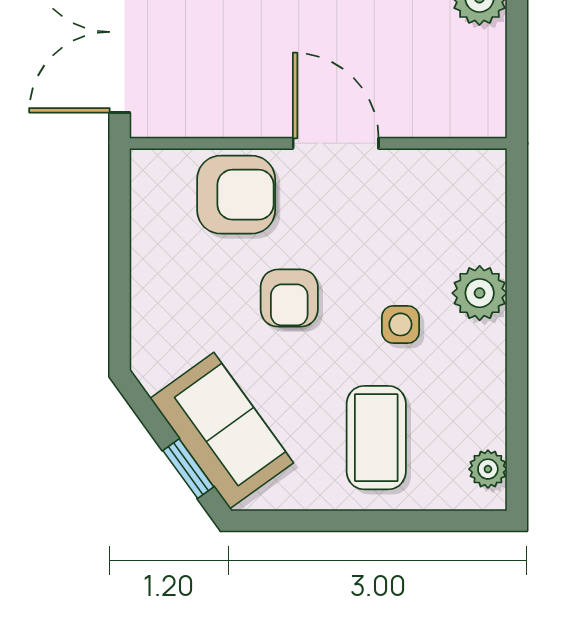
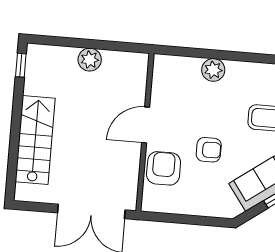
side table: (400, 324) -> (224, 104), removed

